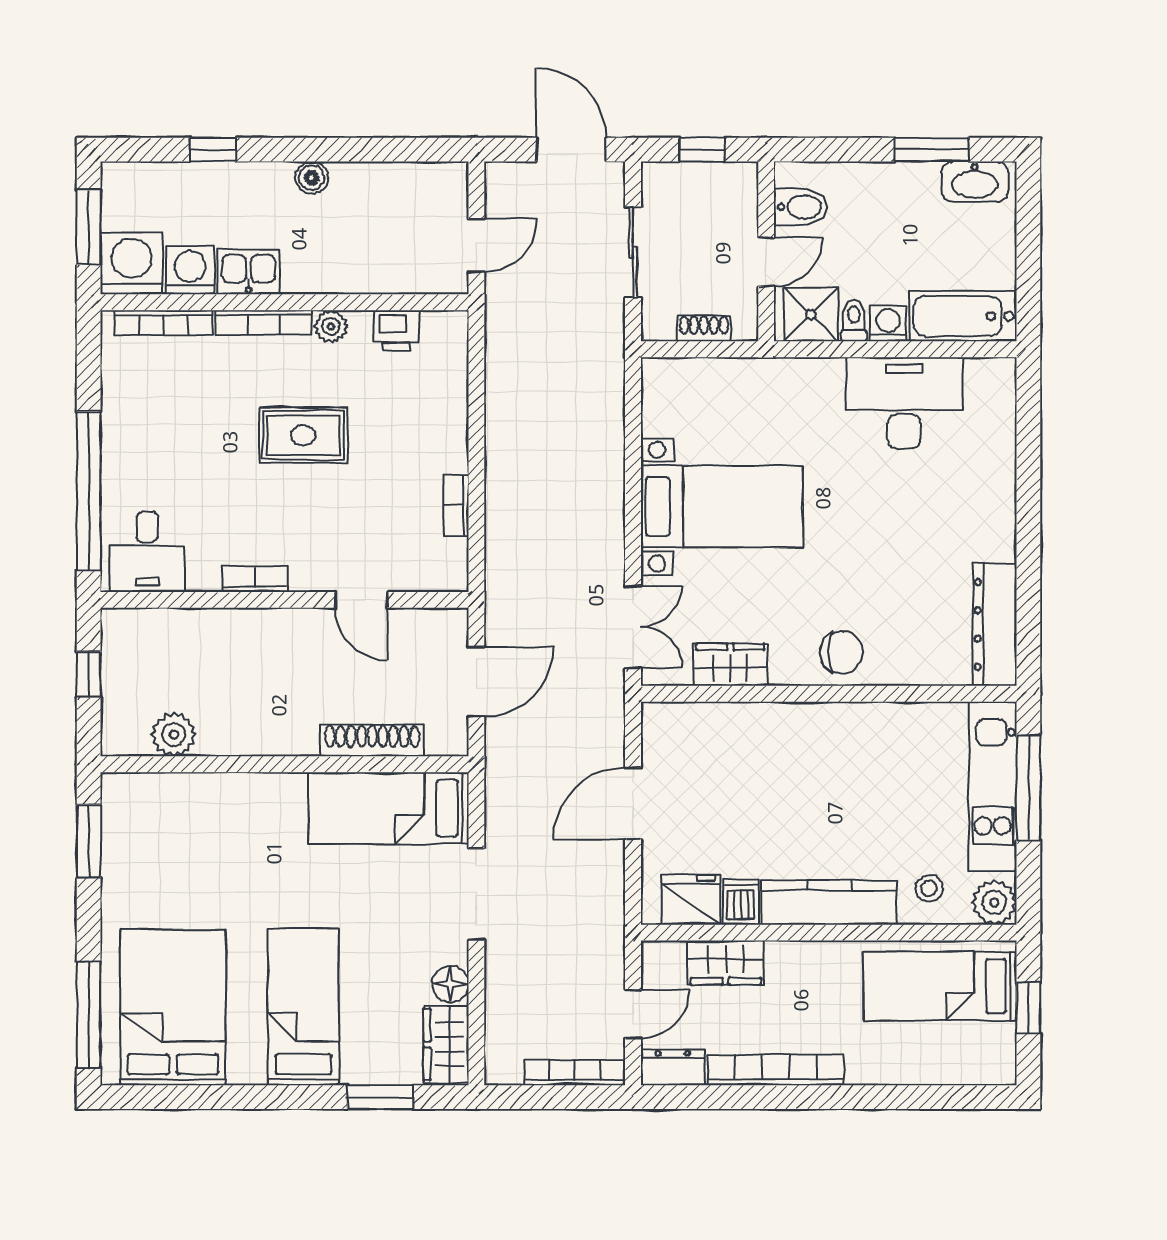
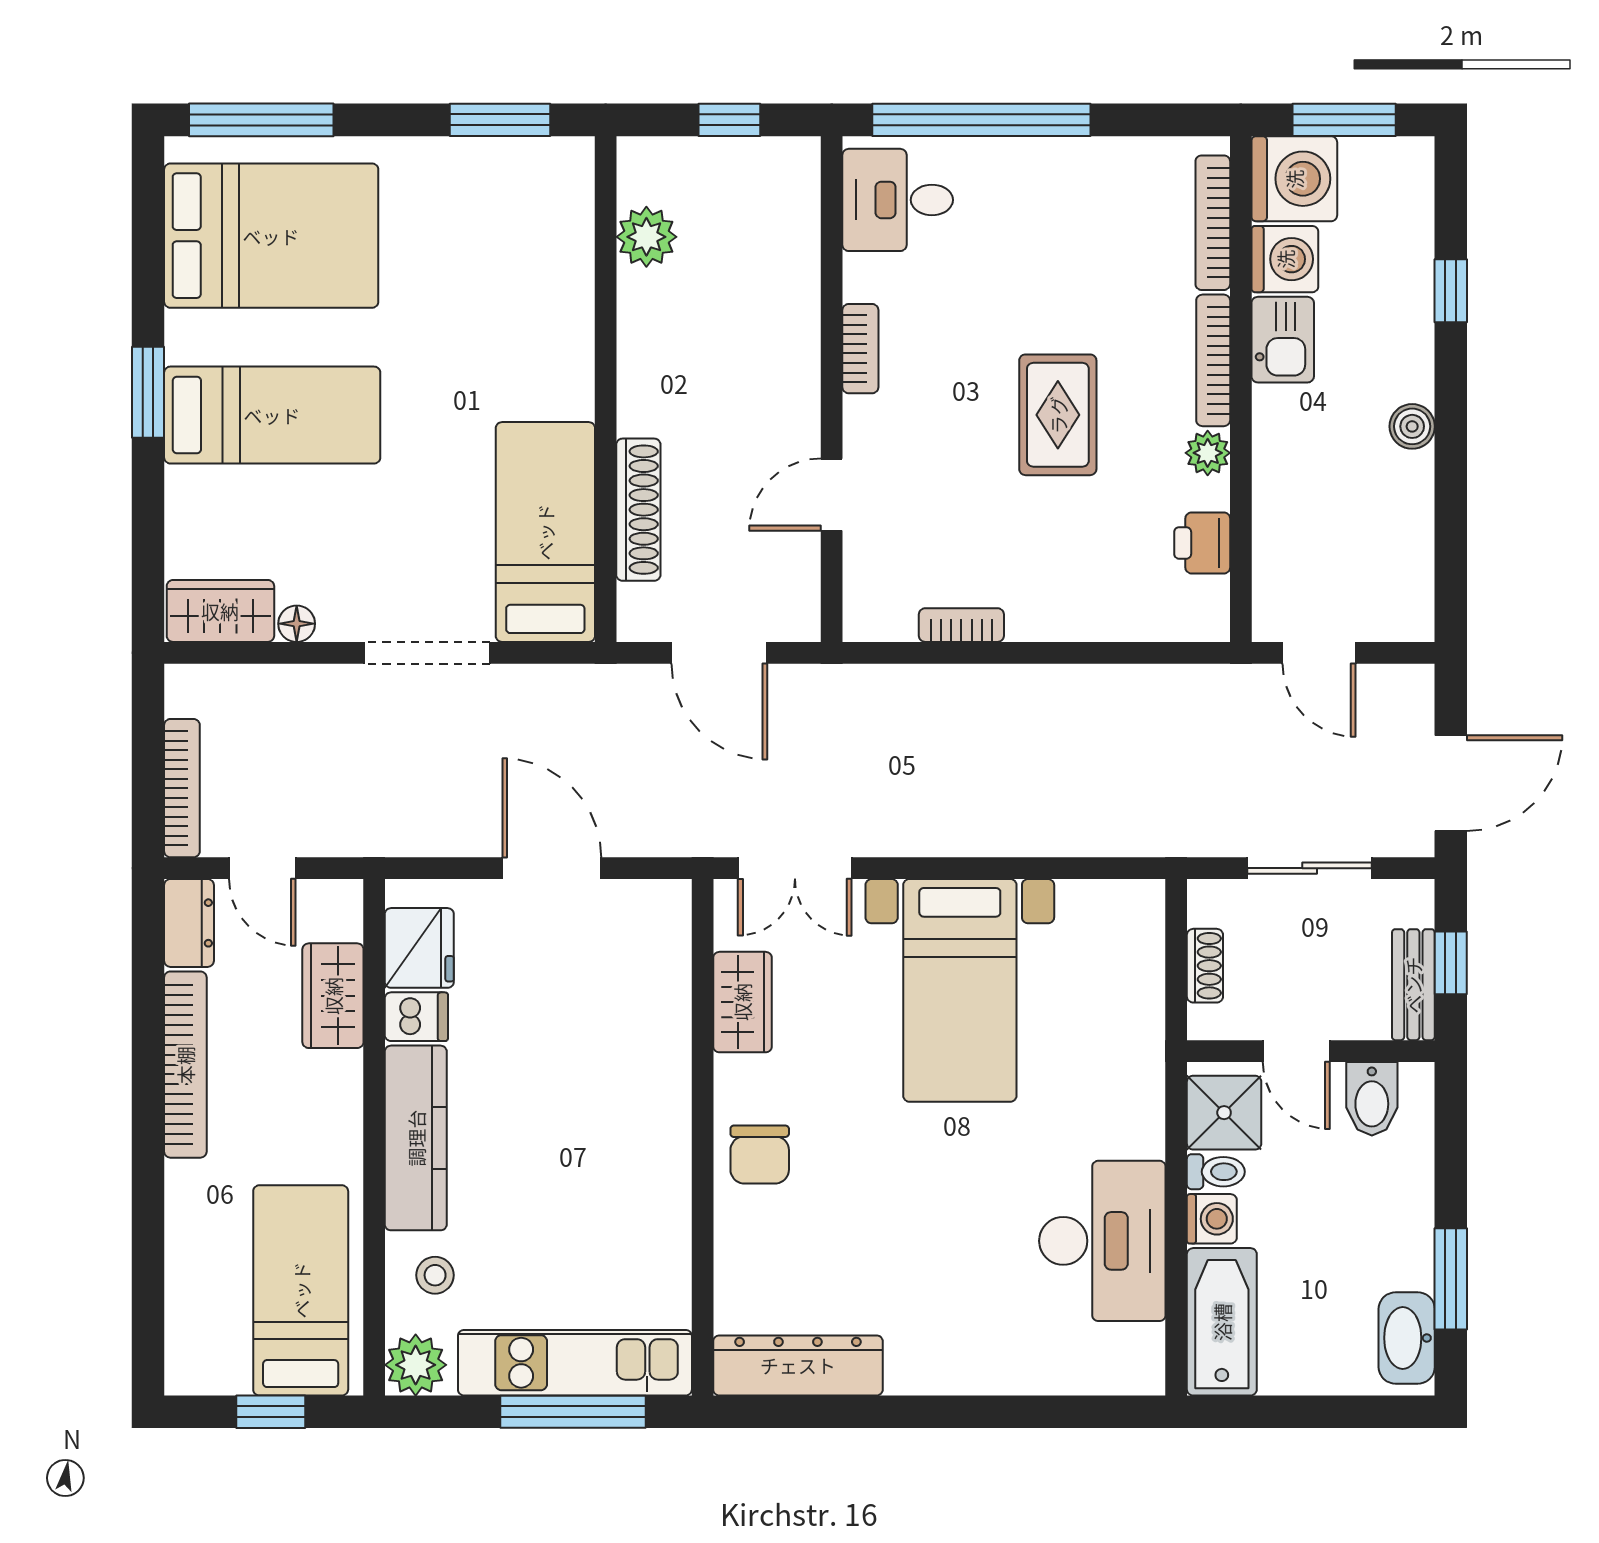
bench: (718, 177) -> (1413, 985), added
floor lamp: (450, 984) -> (297, 624), width x0.73, depth x0.73
window: (381, 1097) -> (148, 392), moved

